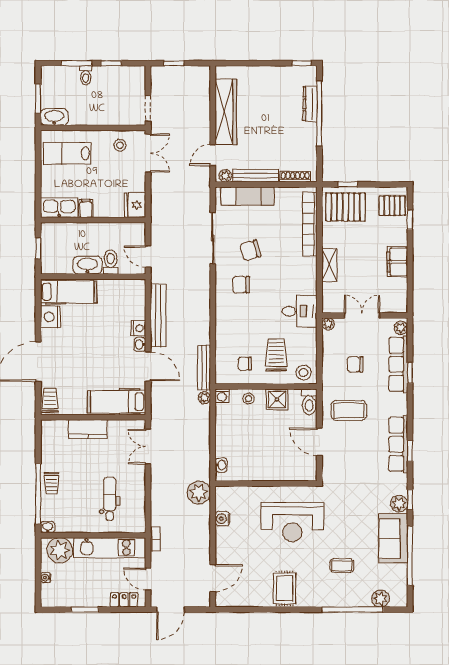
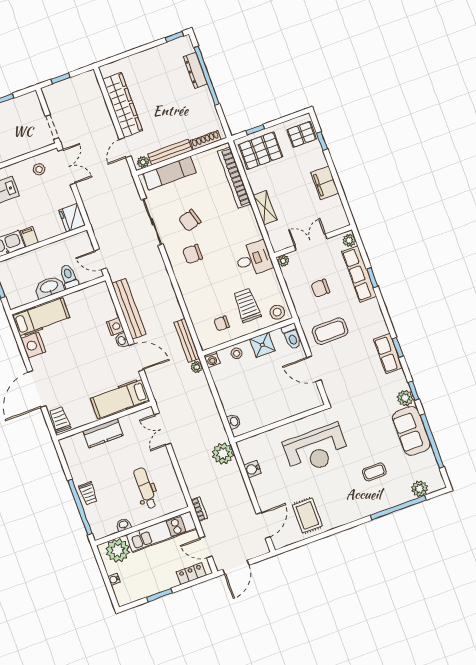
row of seats: (398, 444) -> (388, 354), width x0.68
washbasin: (48, 527) -> (124, 525), moved
rug: (284, 588) -> (307, 515), moved

